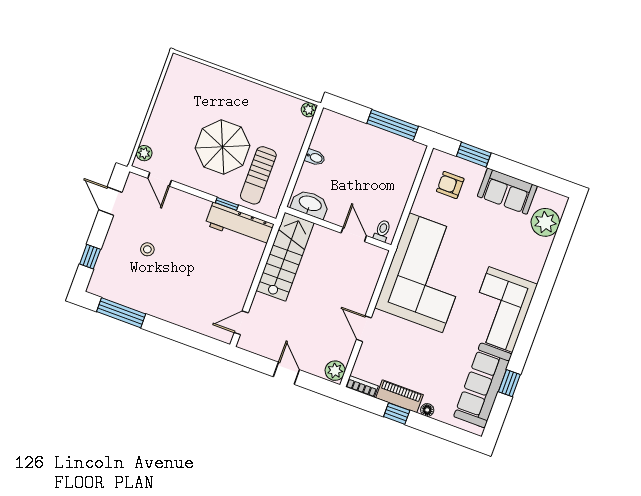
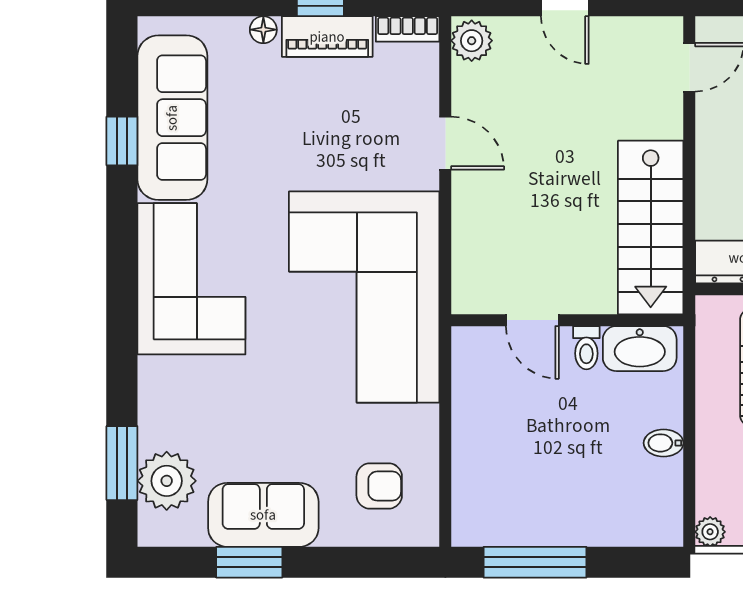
window: (474, 155) -> (249, 562), moved
toilet: (382, 231) -> (586, 348), moved
window: (563, 238) -> (122, 463), added

